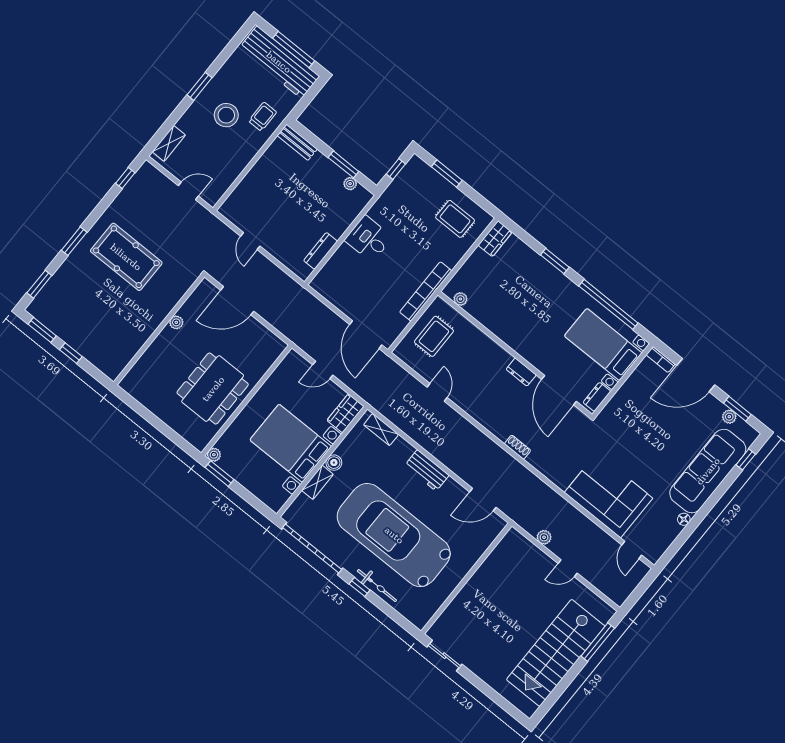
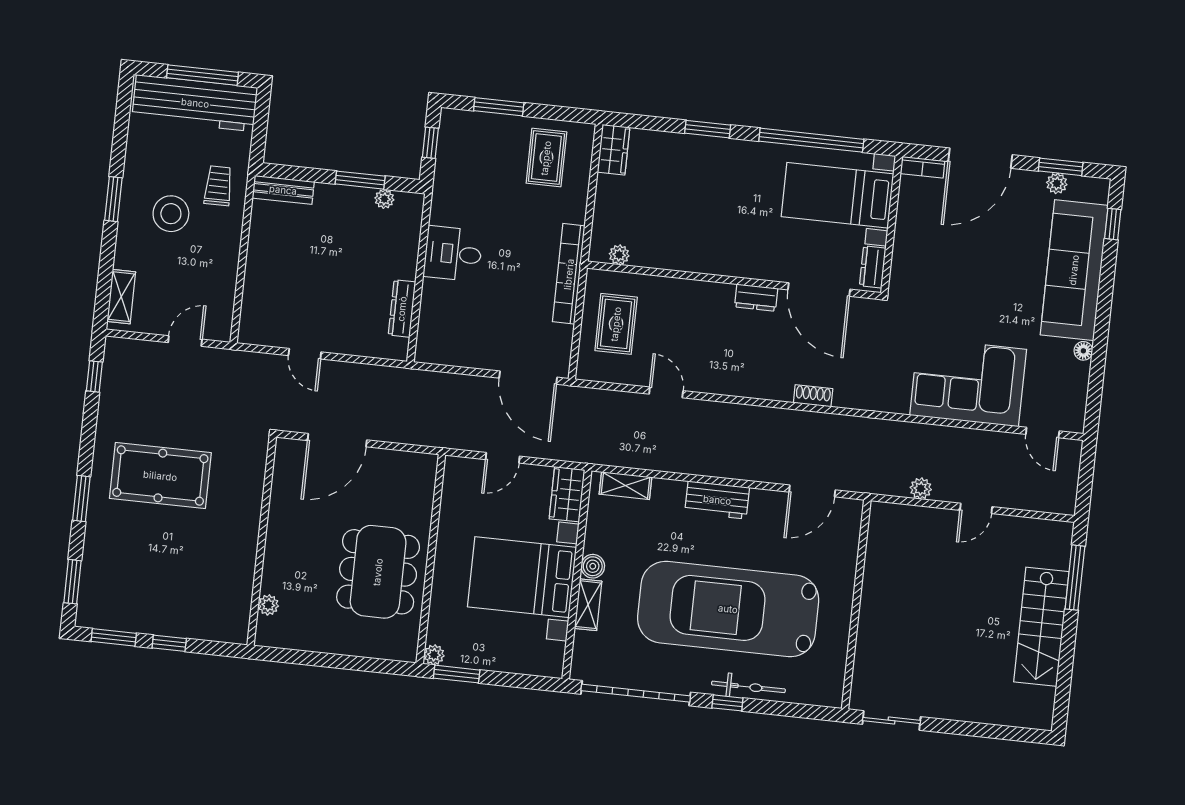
rug: (455, 219) -> (546, 158), turned 90
plant: (176, 322) -> (268, 605), moved
stairs: (556, 653) -> (1041, 627), width x0.73, depth x0.66

